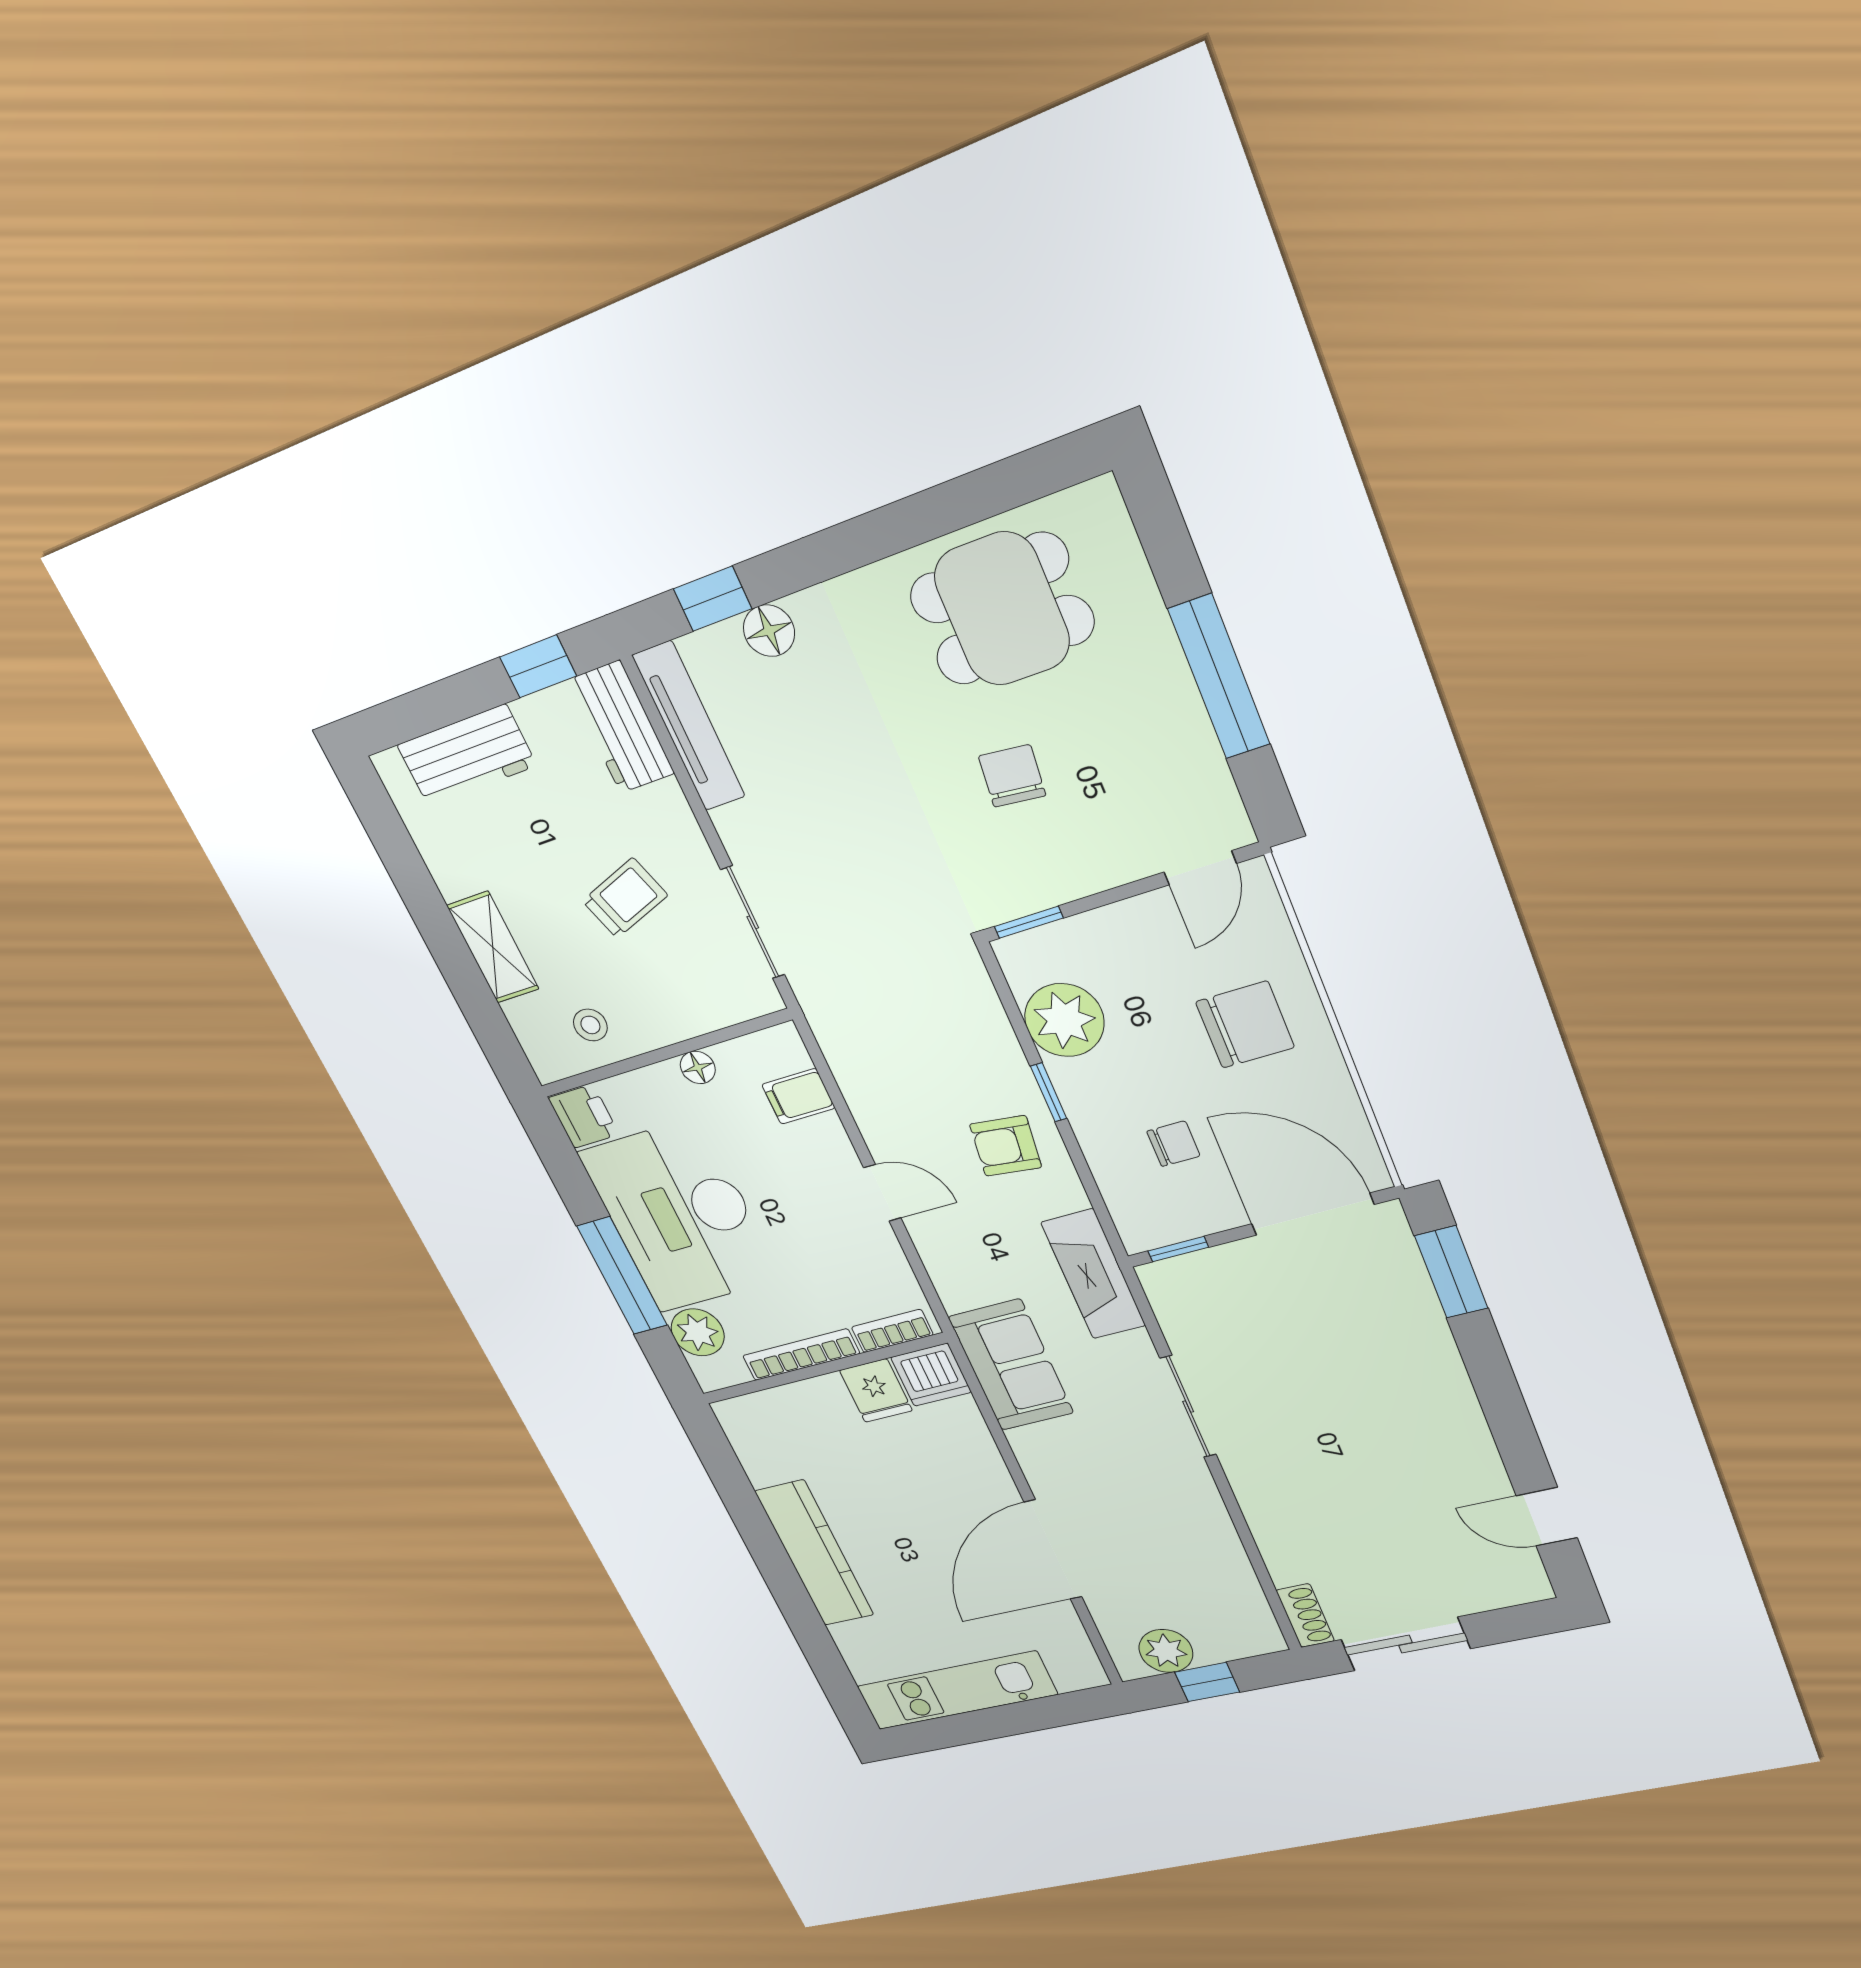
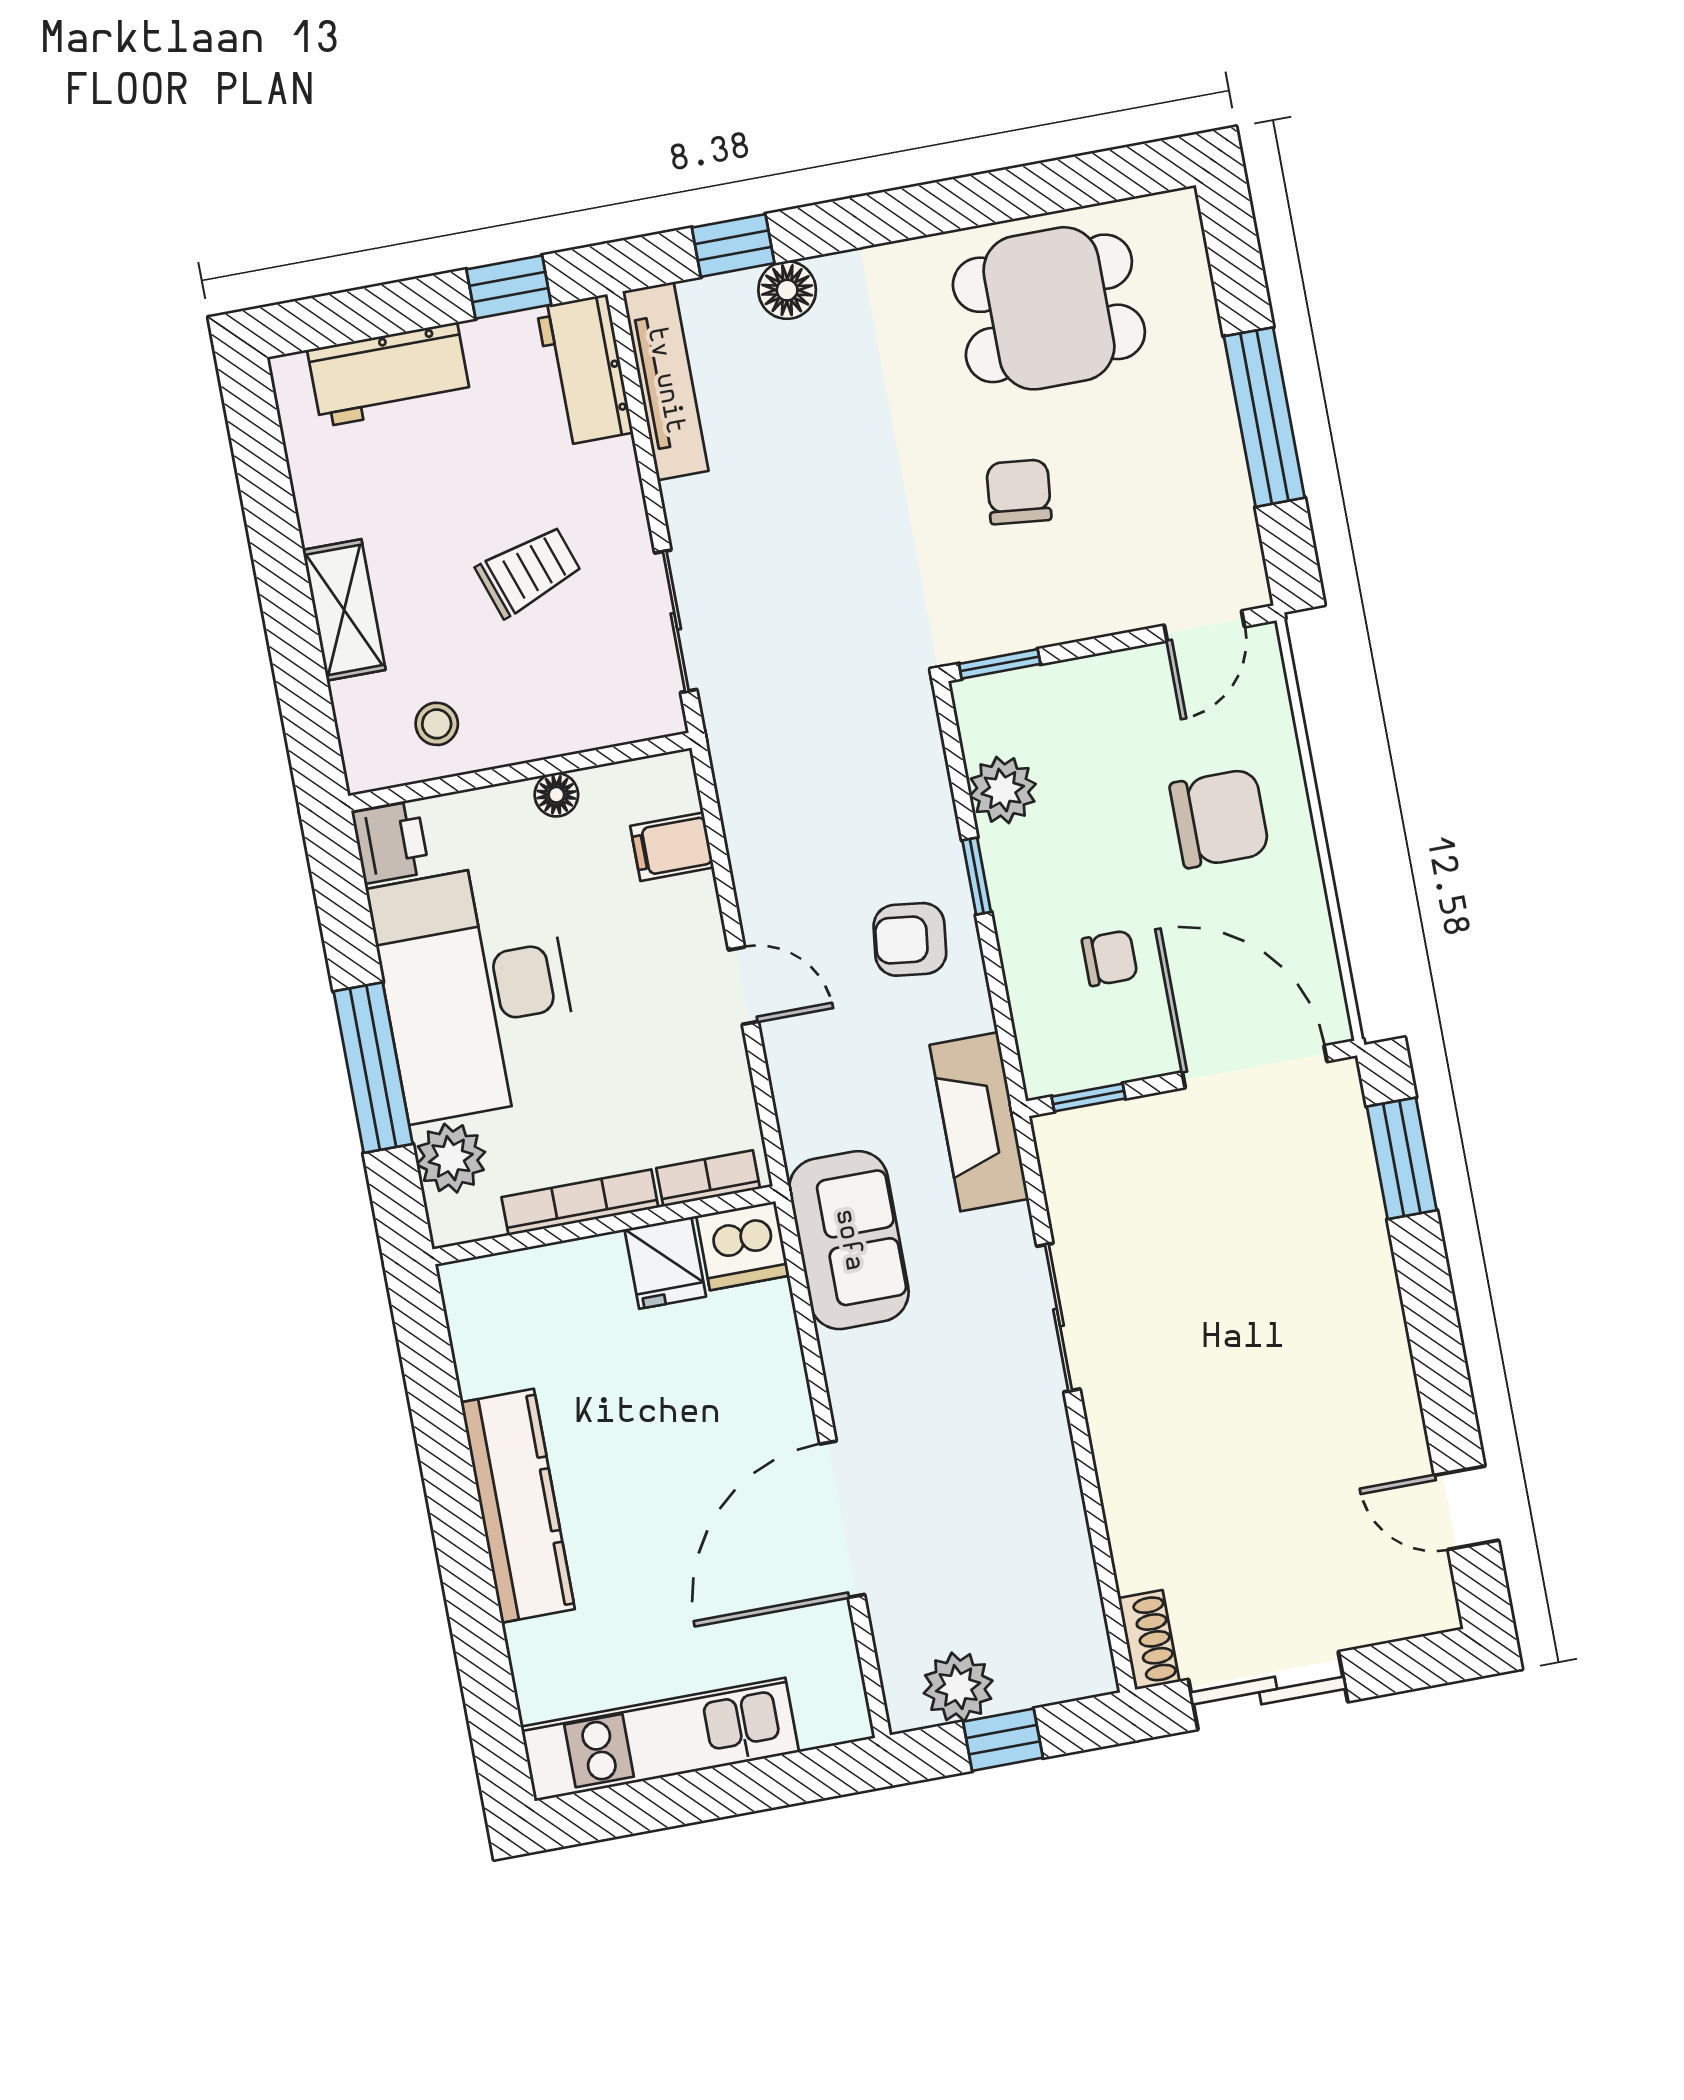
plant: (1064, 1020) -> (1003, 790), width x0.73, depth x0.73

